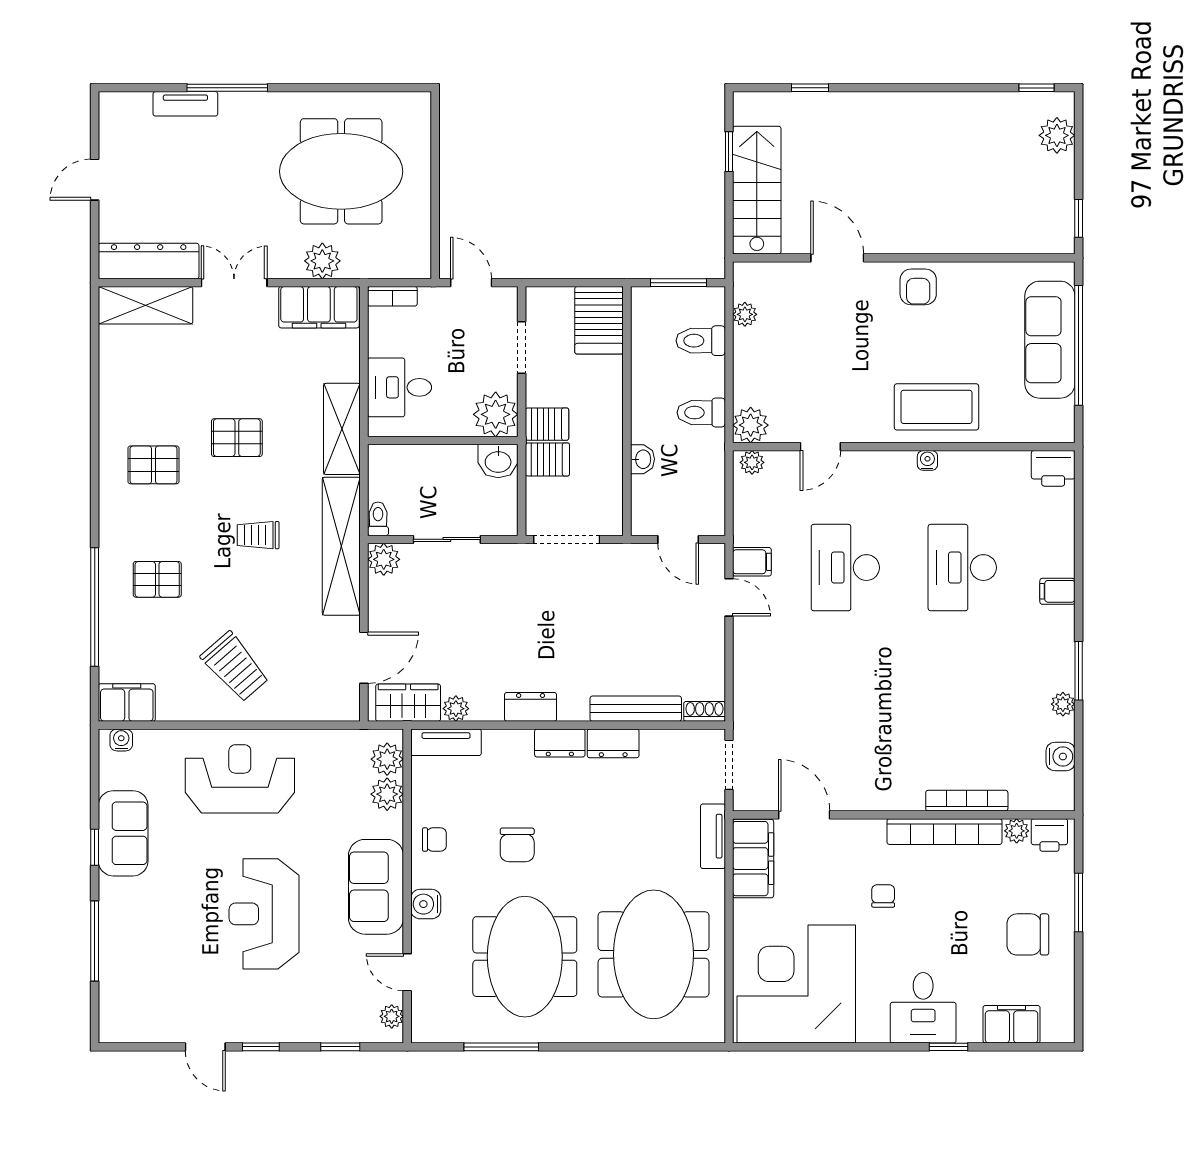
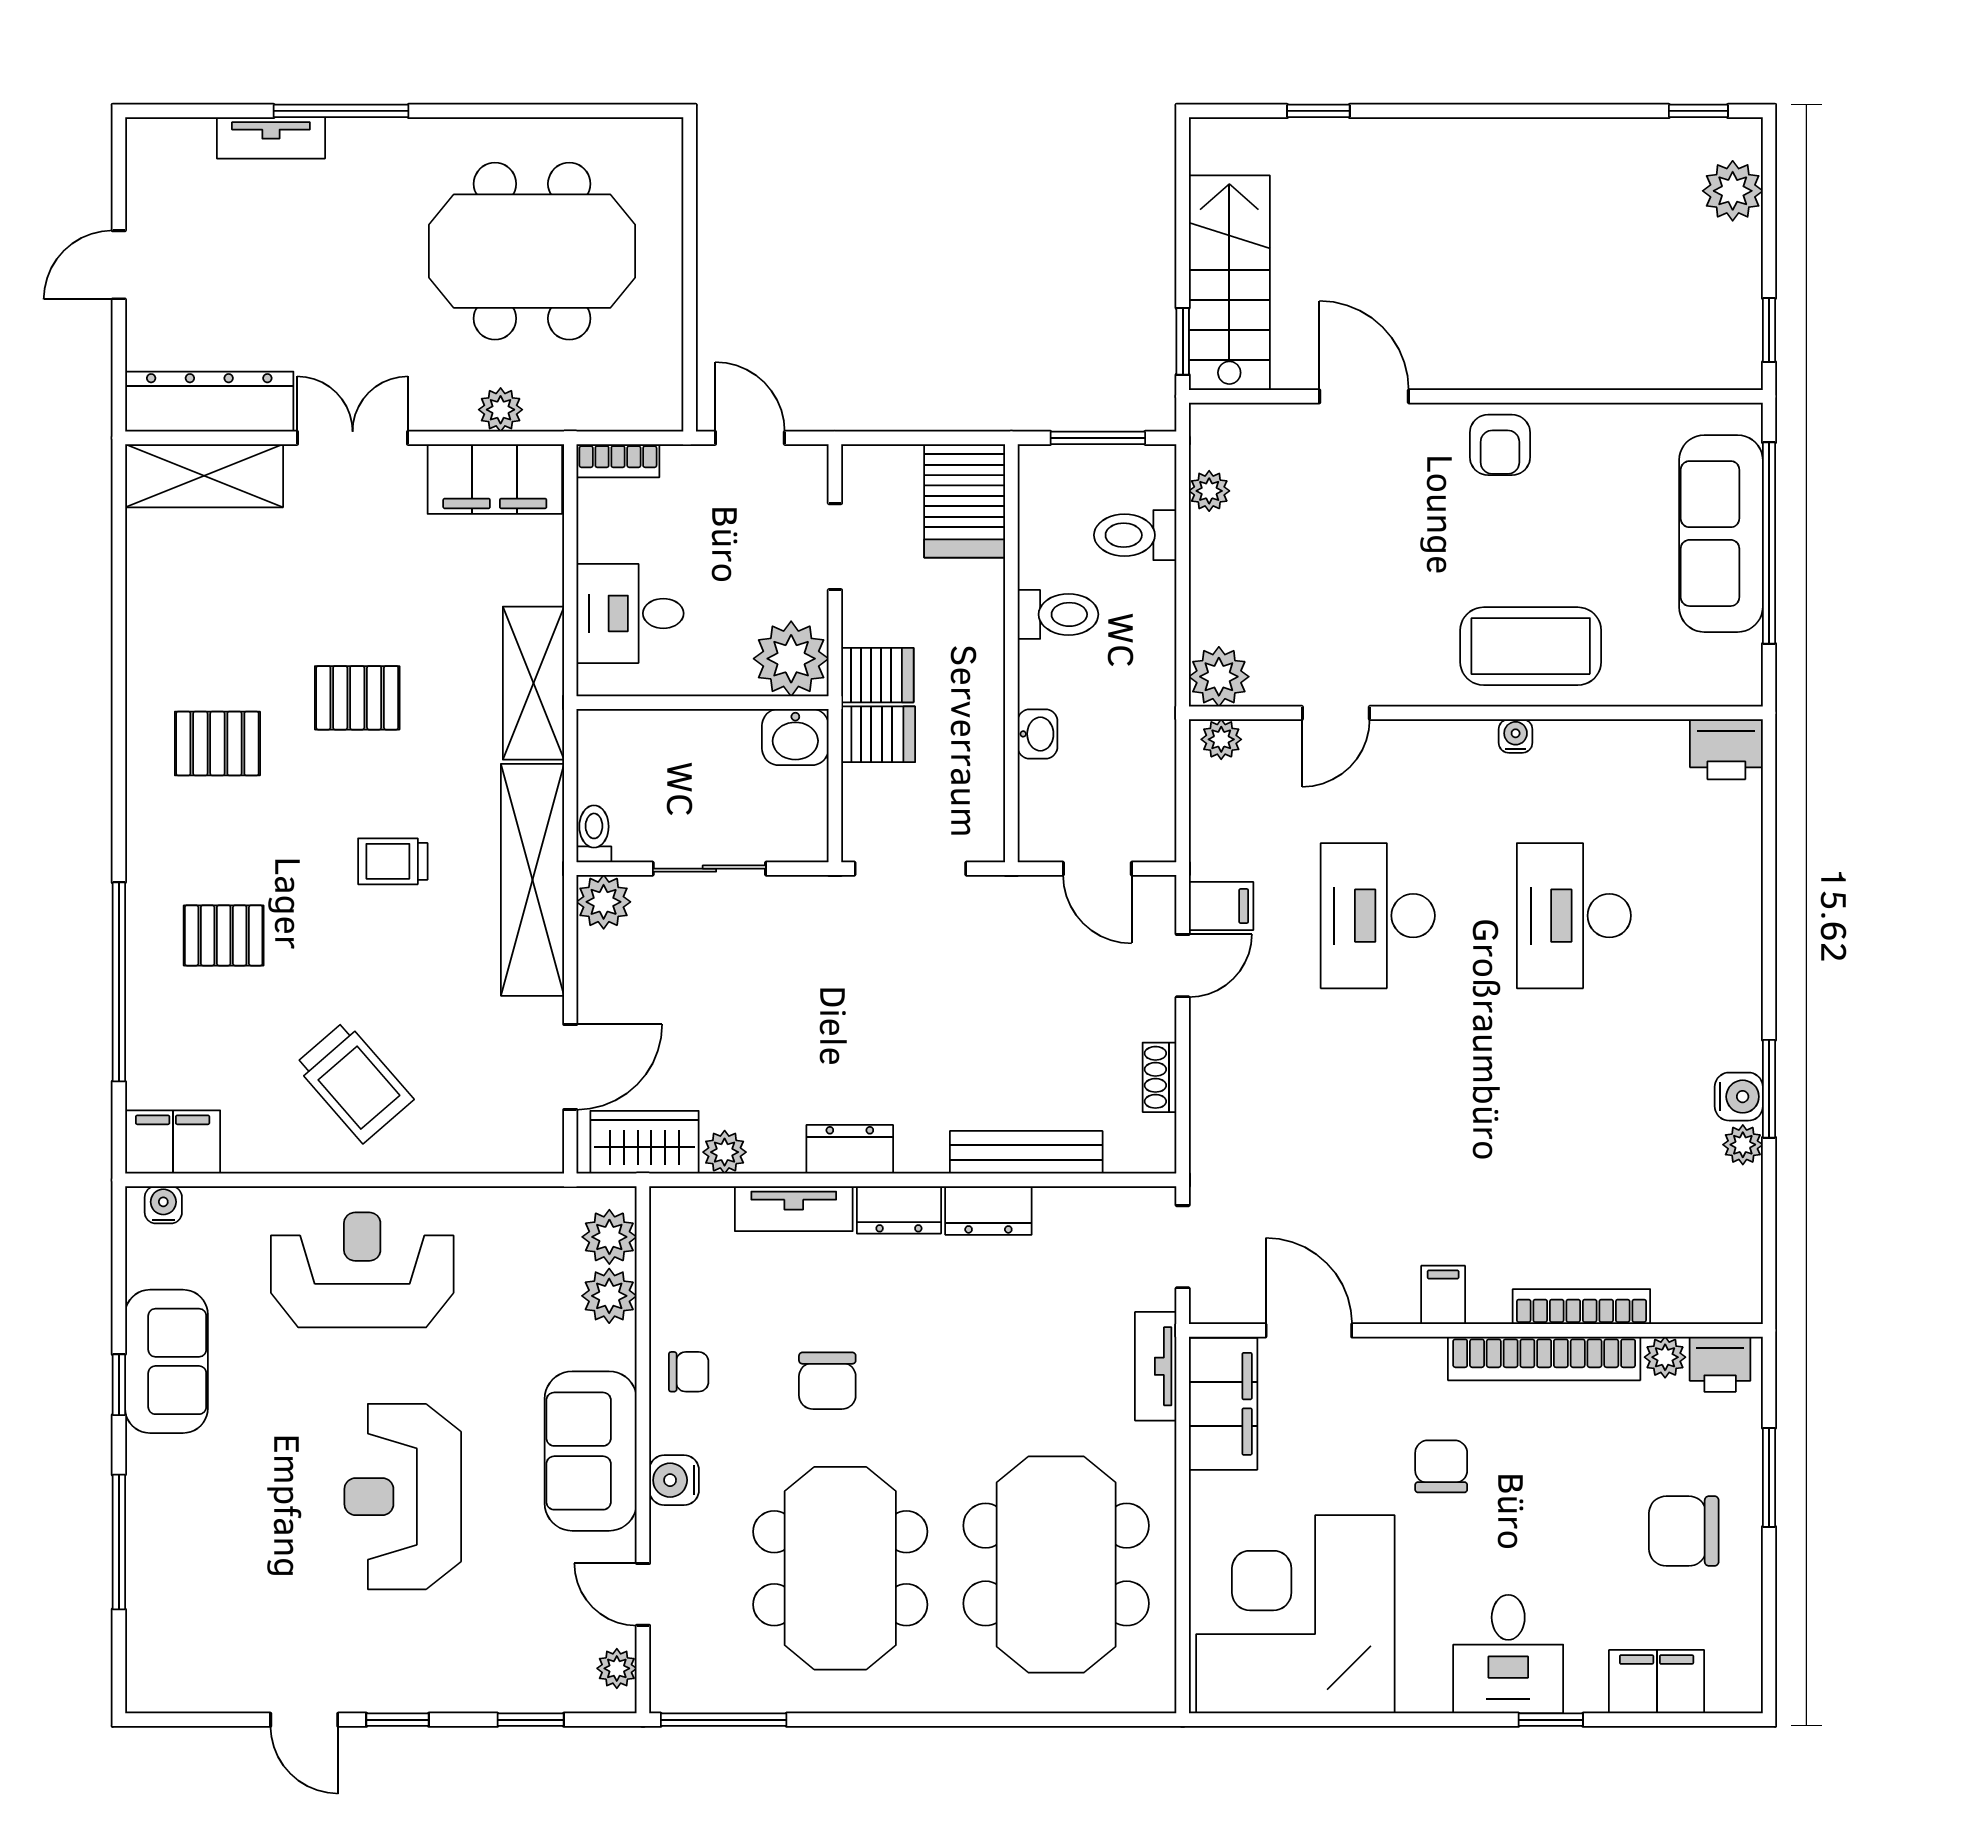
window: (729, 152) -> (1183, 341), moved
plant: (322, 261) -> (501, 410), width x0.73, depth x0.73
toilet: (701, 413) -> (1058, 614), moved, turned 180
filing cabinet: (1057, 591) -> (1443, 1295), moved, turned 90
door: (729, 597) -> (1183, 966), hinge flipped
shoe rack: (705, 711) -> (1159, 1077), moved, turned -90
tv unit: (446, 742) -> (794, 1209), moved
water cooler: (1061, 756) -> (1739, 1097), moved
chair: (883, 896) -> (1441, 1466), width x1.37, depth x1.37
window: (501, 1047) -> (724, 1720), moved

